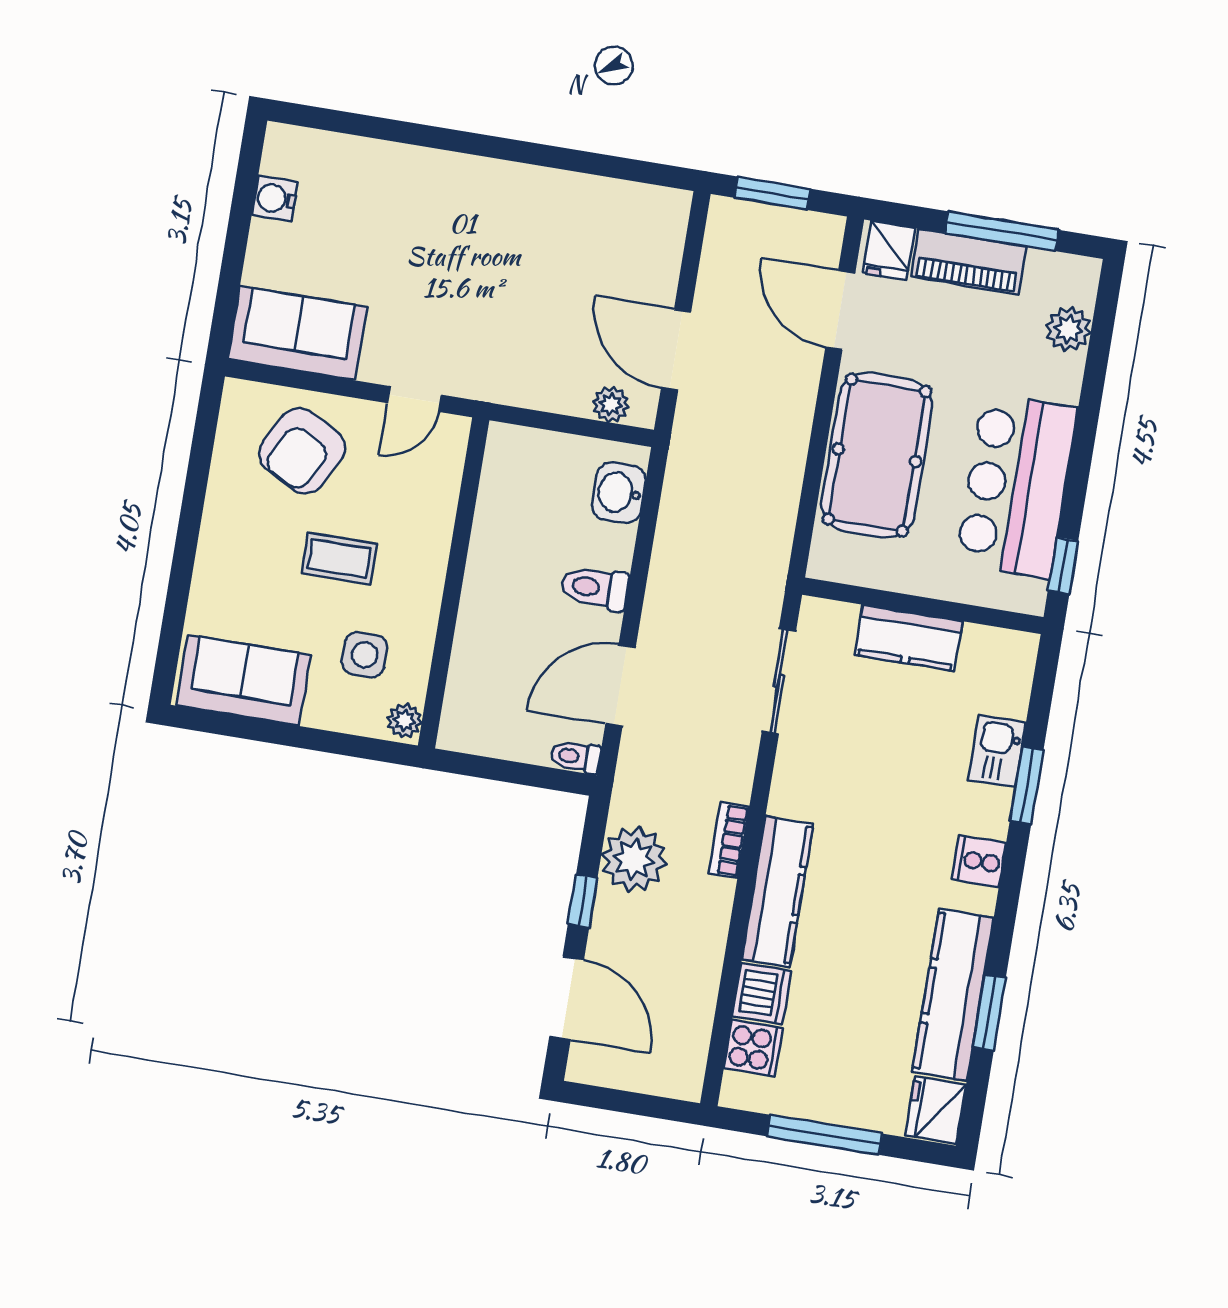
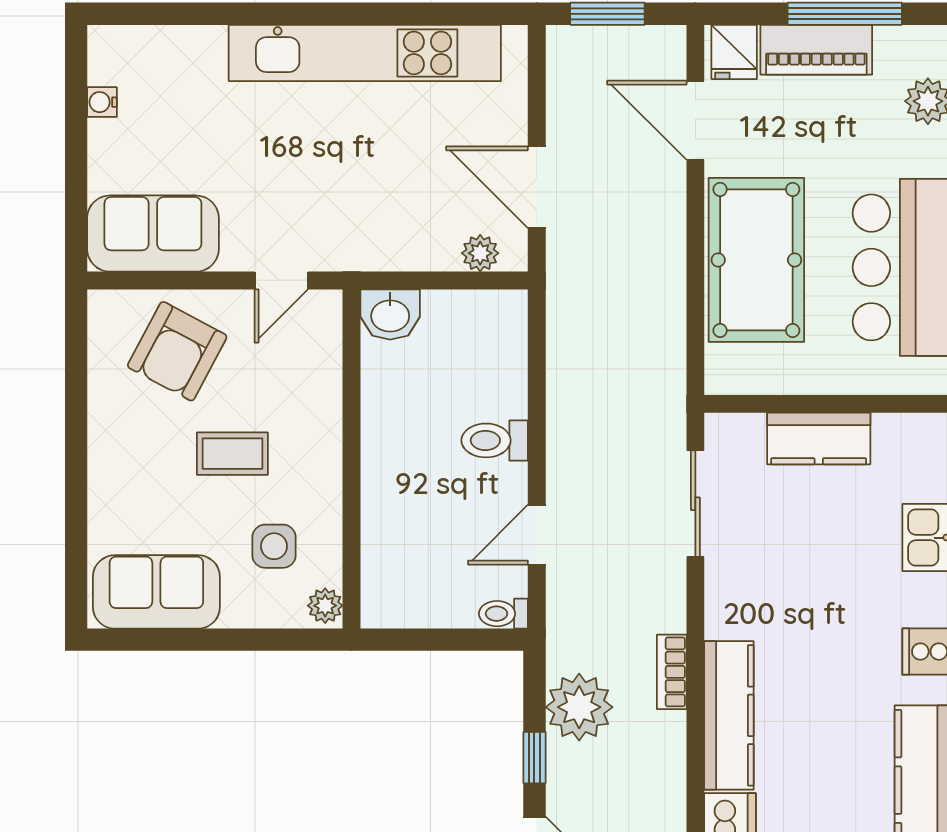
kitchen unit: (531, 192) -> (365, 53), added
water cooler: (275, 199) -> (102, 102), width x0.72, depth x0.72
washbasin: (619, 493) -> (390, 314), moved, turned -90
door: (620, 686) -> (537, 535), width x0.73

